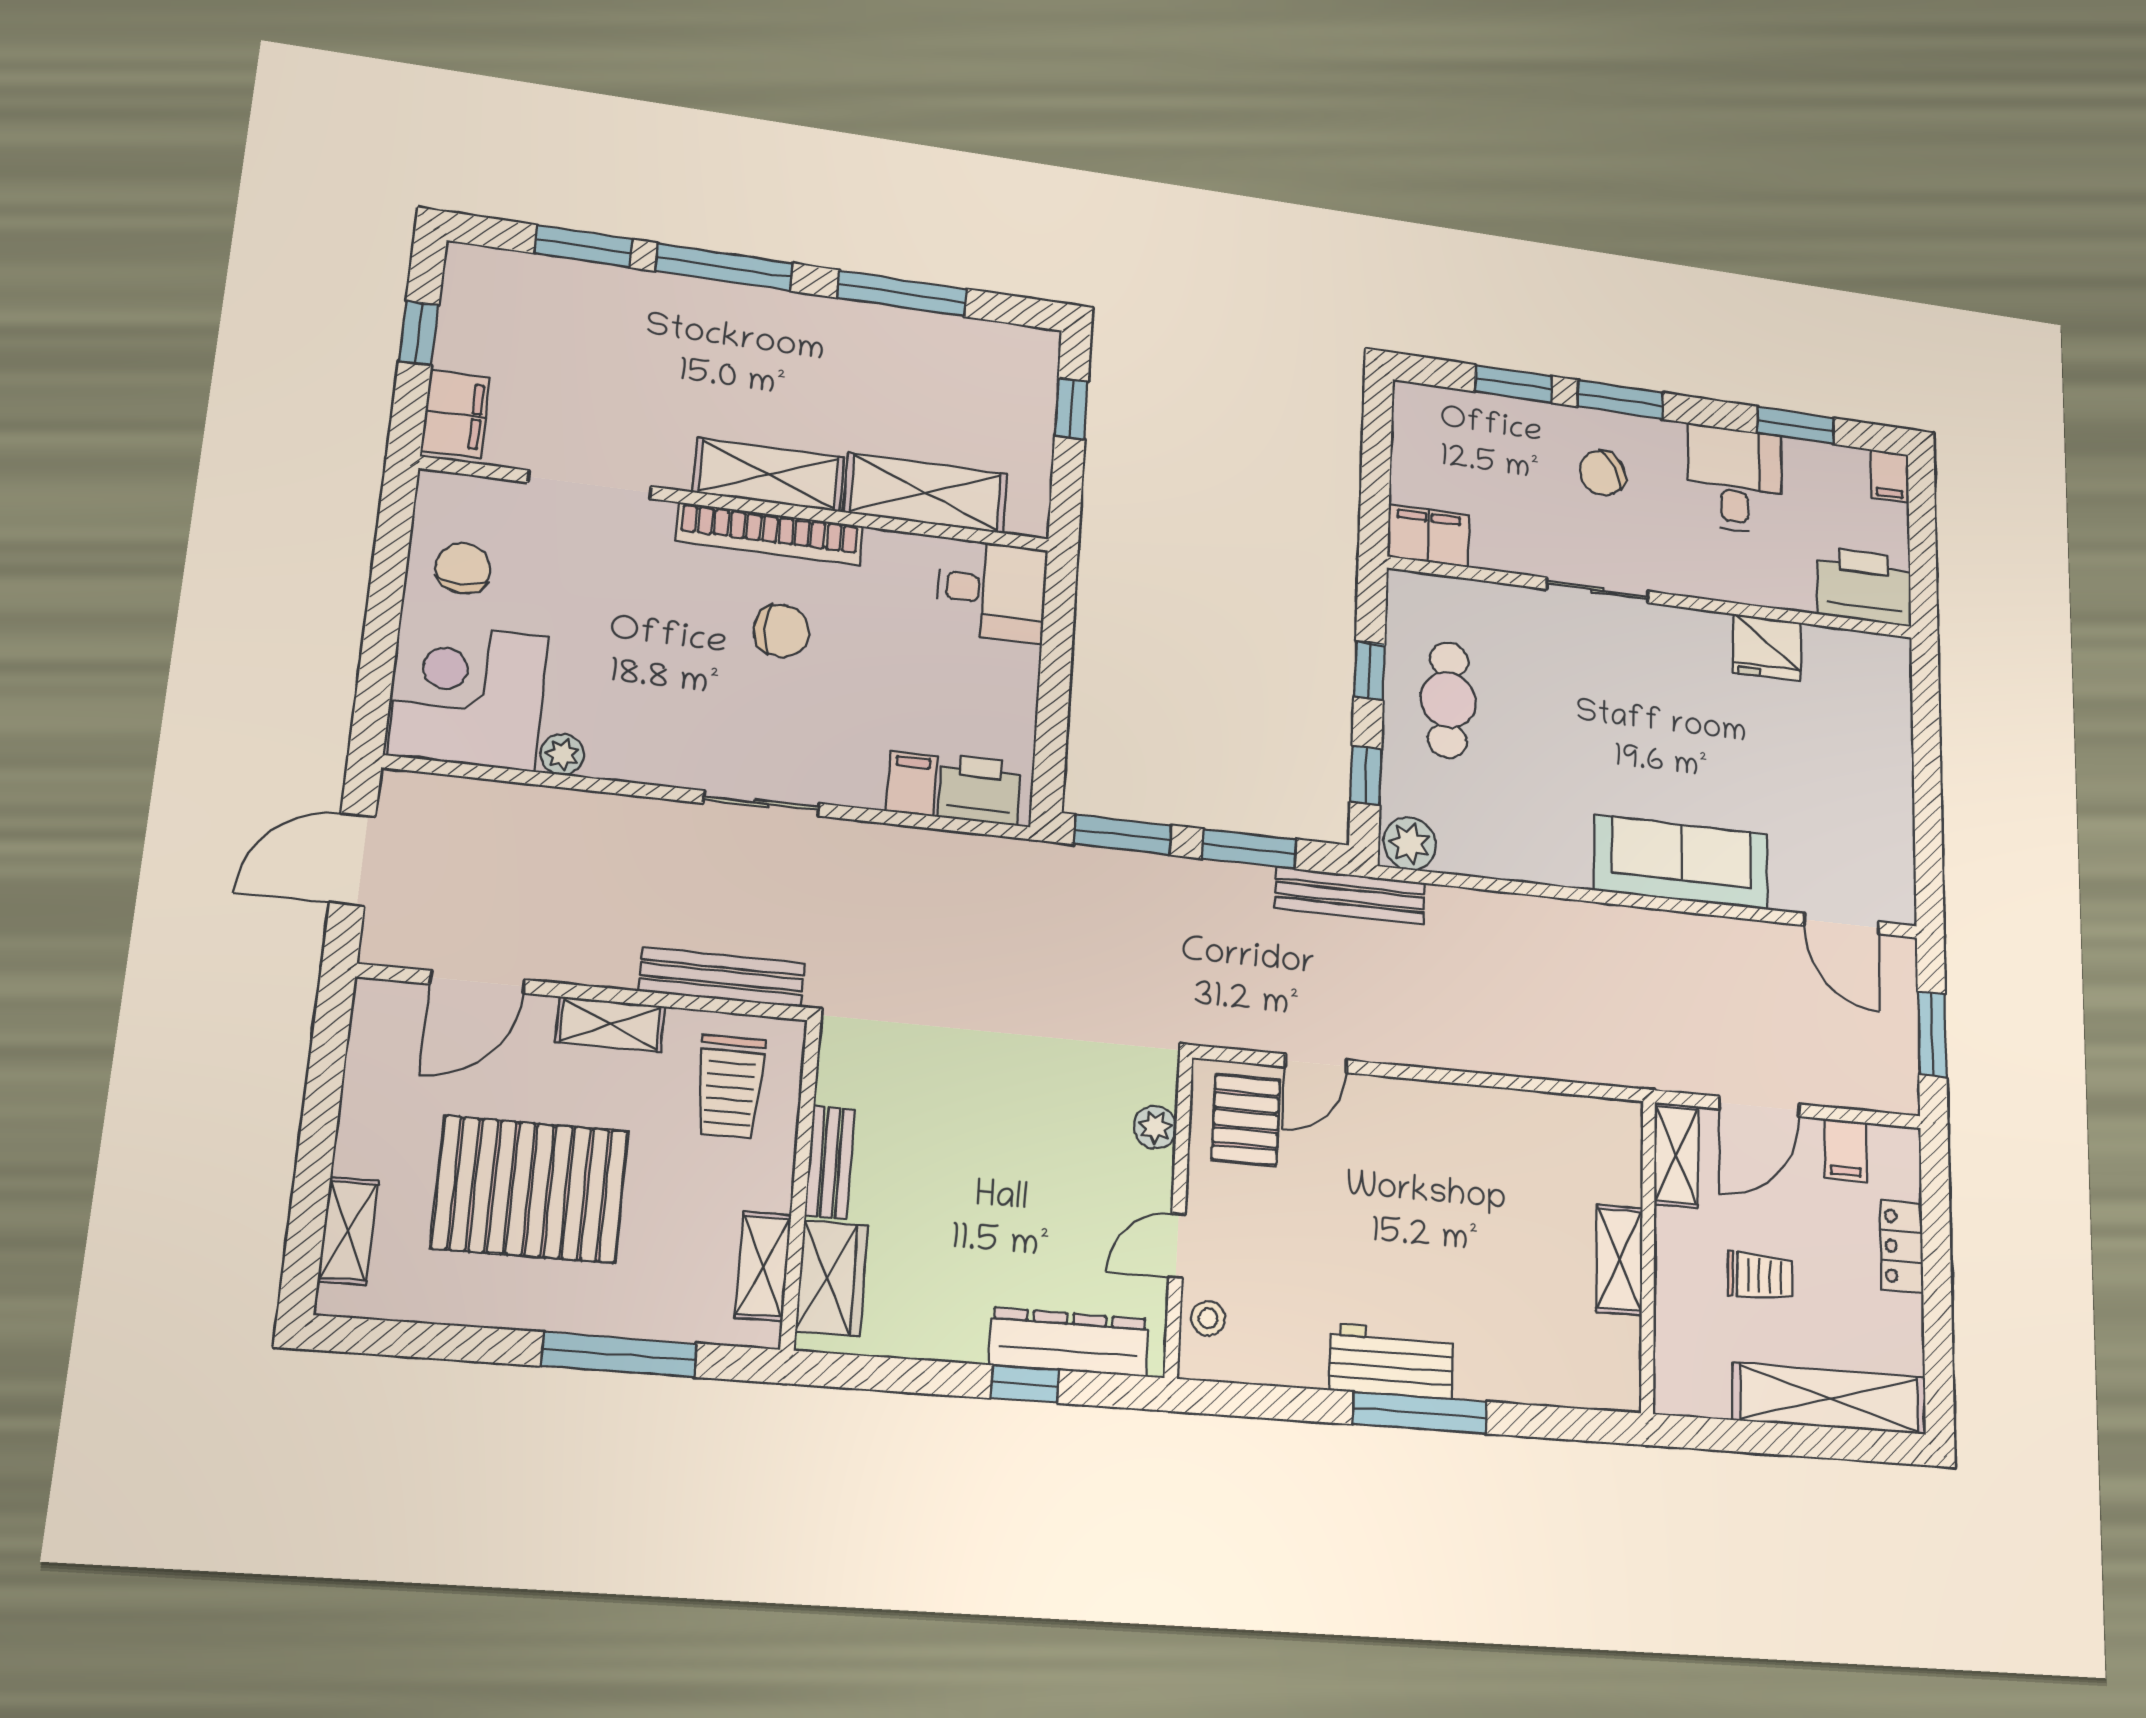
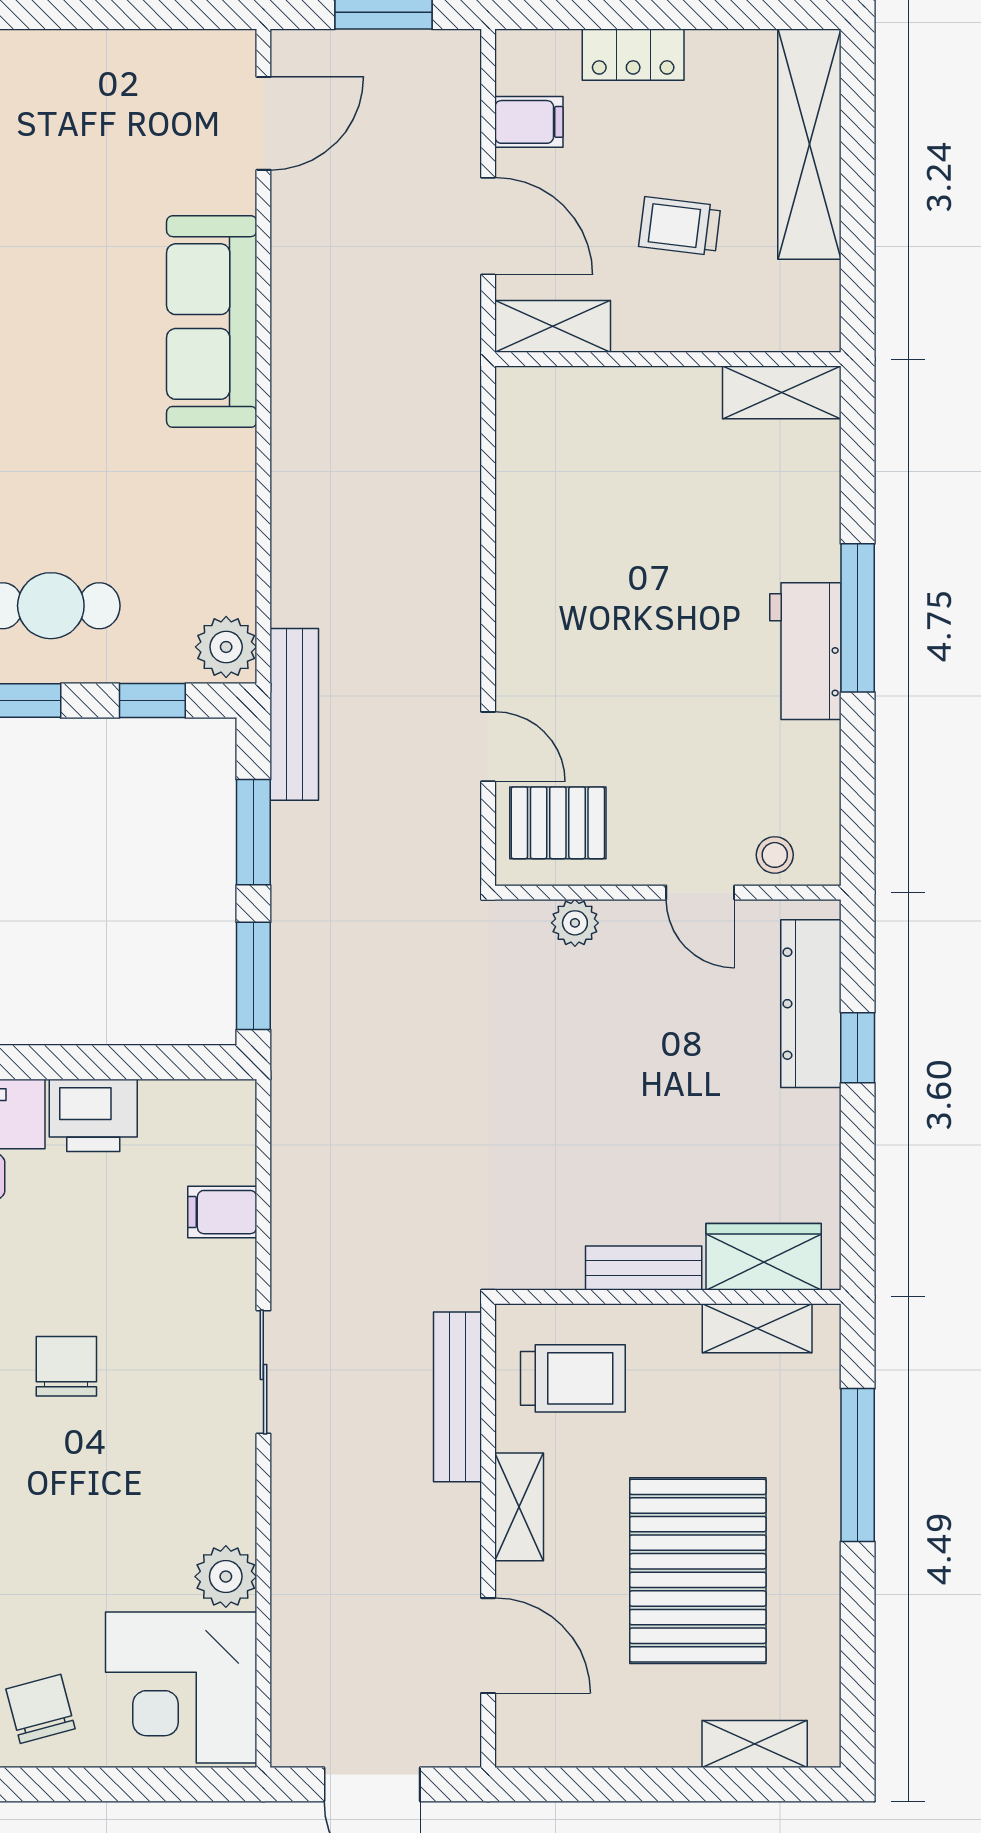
chair: (463, 568) -> (40, 1709), turned 75
plant: (562, 754) -> (226, 1577), width x1.38, depth x1.38
printer: (979, 790) -> (93, 1115), moved, turned -90
shelving: (1620, 1260) -> (782, 392), moved
trolley: (1760, 1276) -> (680, 226), turned -83

